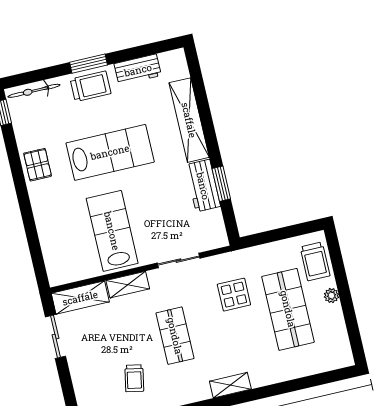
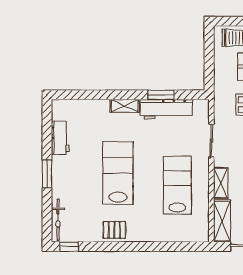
trolley: (91, 86) -> (65, 176), removed
shelving: (189, 120) -> (125, 106), width x0.45, depth x0.75
workbench: (203, 186) -> (166, 109), width x1.38
lab bench: (112, 231) -> (177, 185), turned 90

